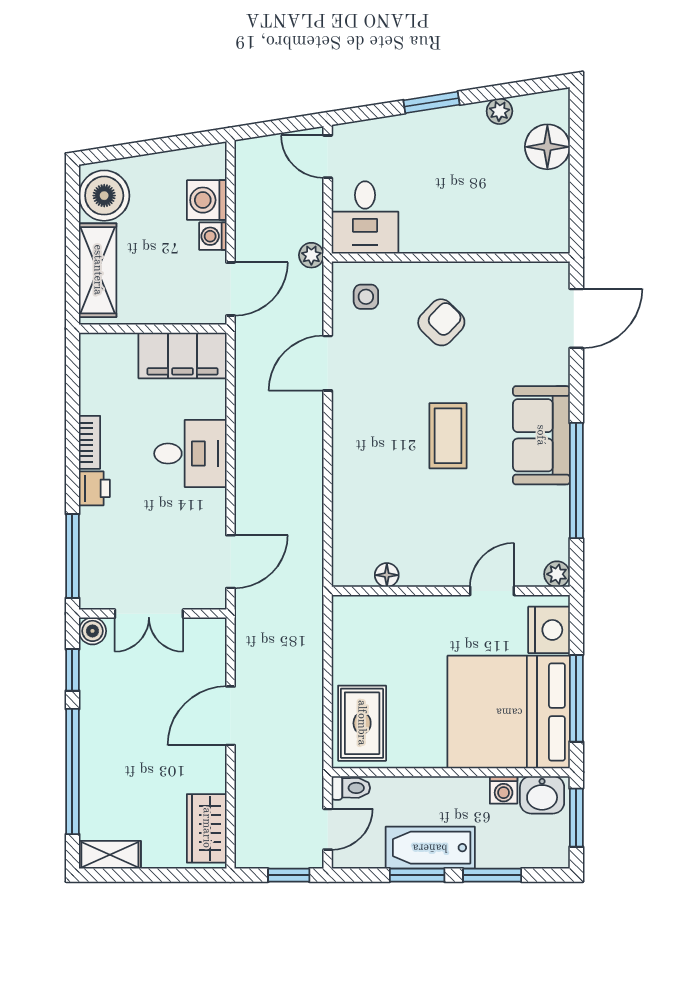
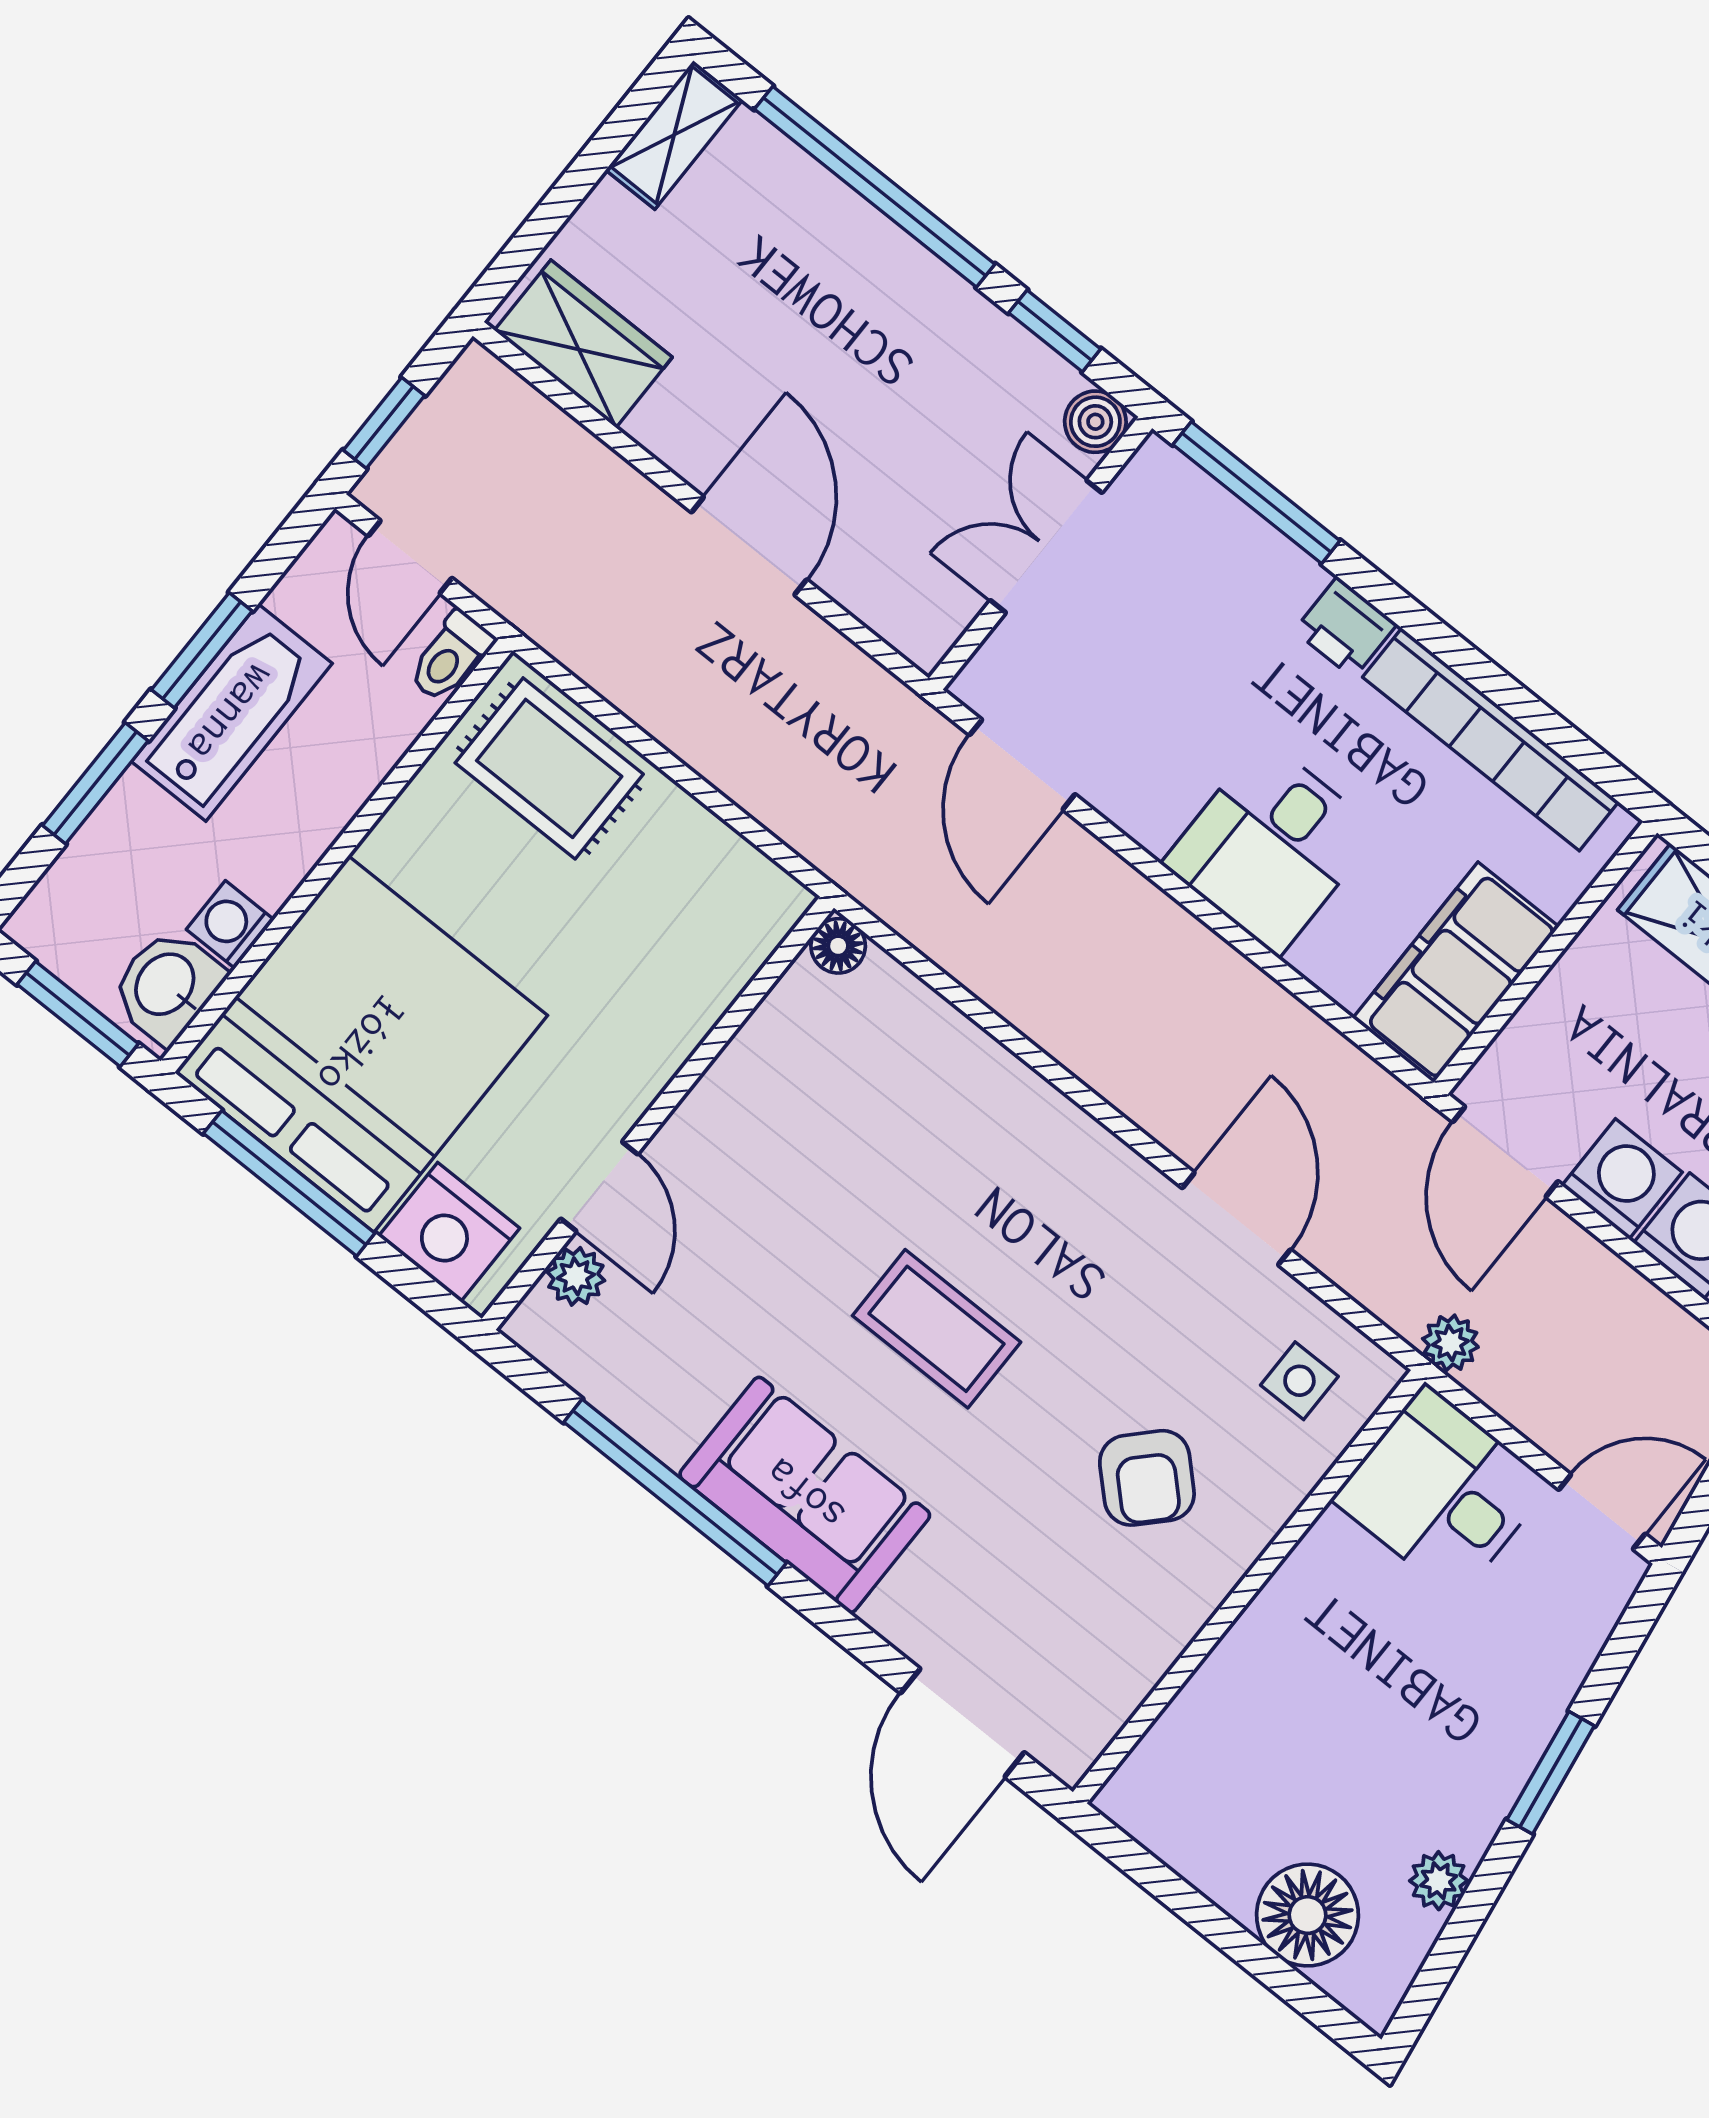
washing machine: (213, 236) -> (1622, 1179), width x1.38, depth x1.38
bookcase: (90, 442) -> (1491, 739), width x2.31, depth x1.31
plant: (557, 574) -> (576, 1276), moved
floor lamp: (387, 575) -> (838, 946), moved

